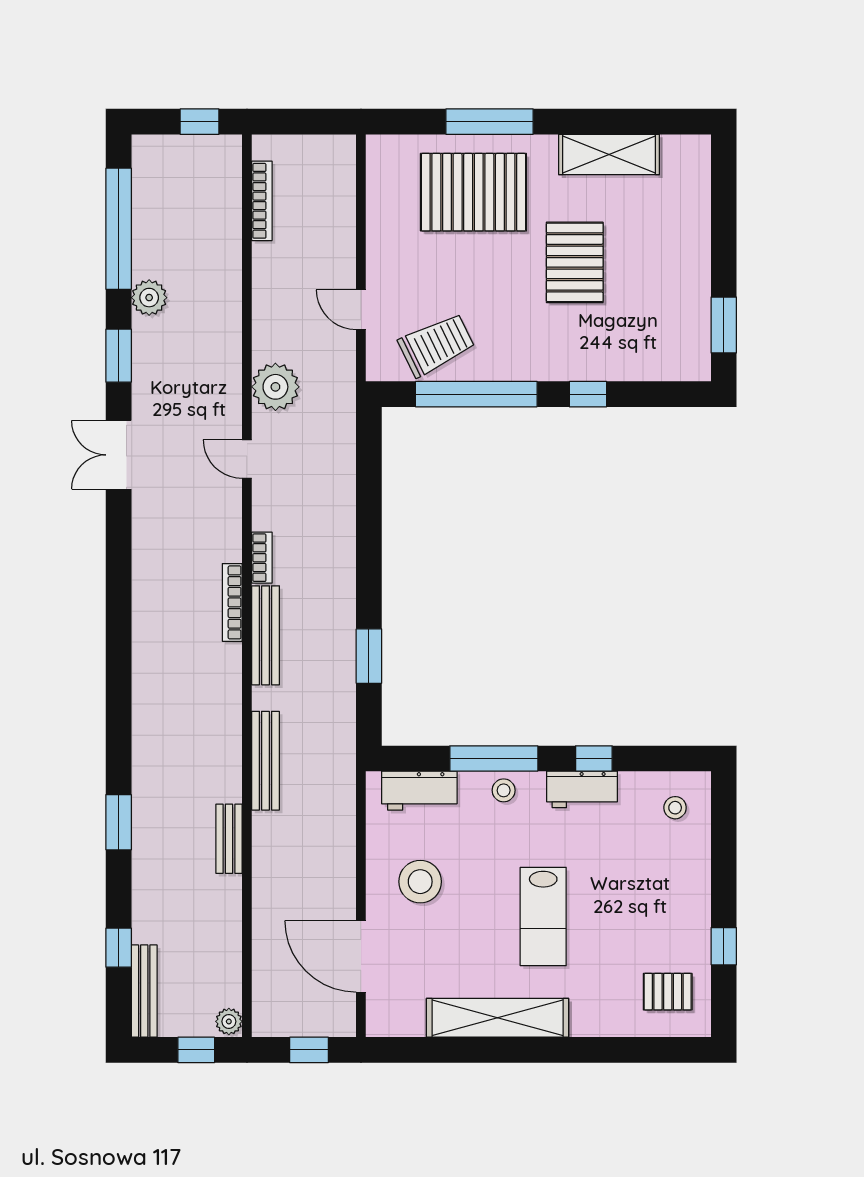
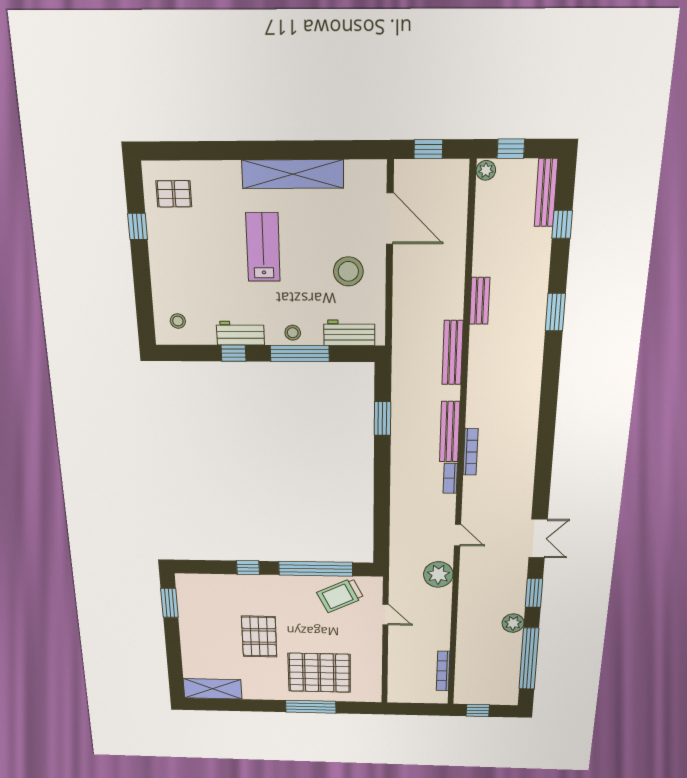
shelving: (609, 154) -> (213, 689), moved

